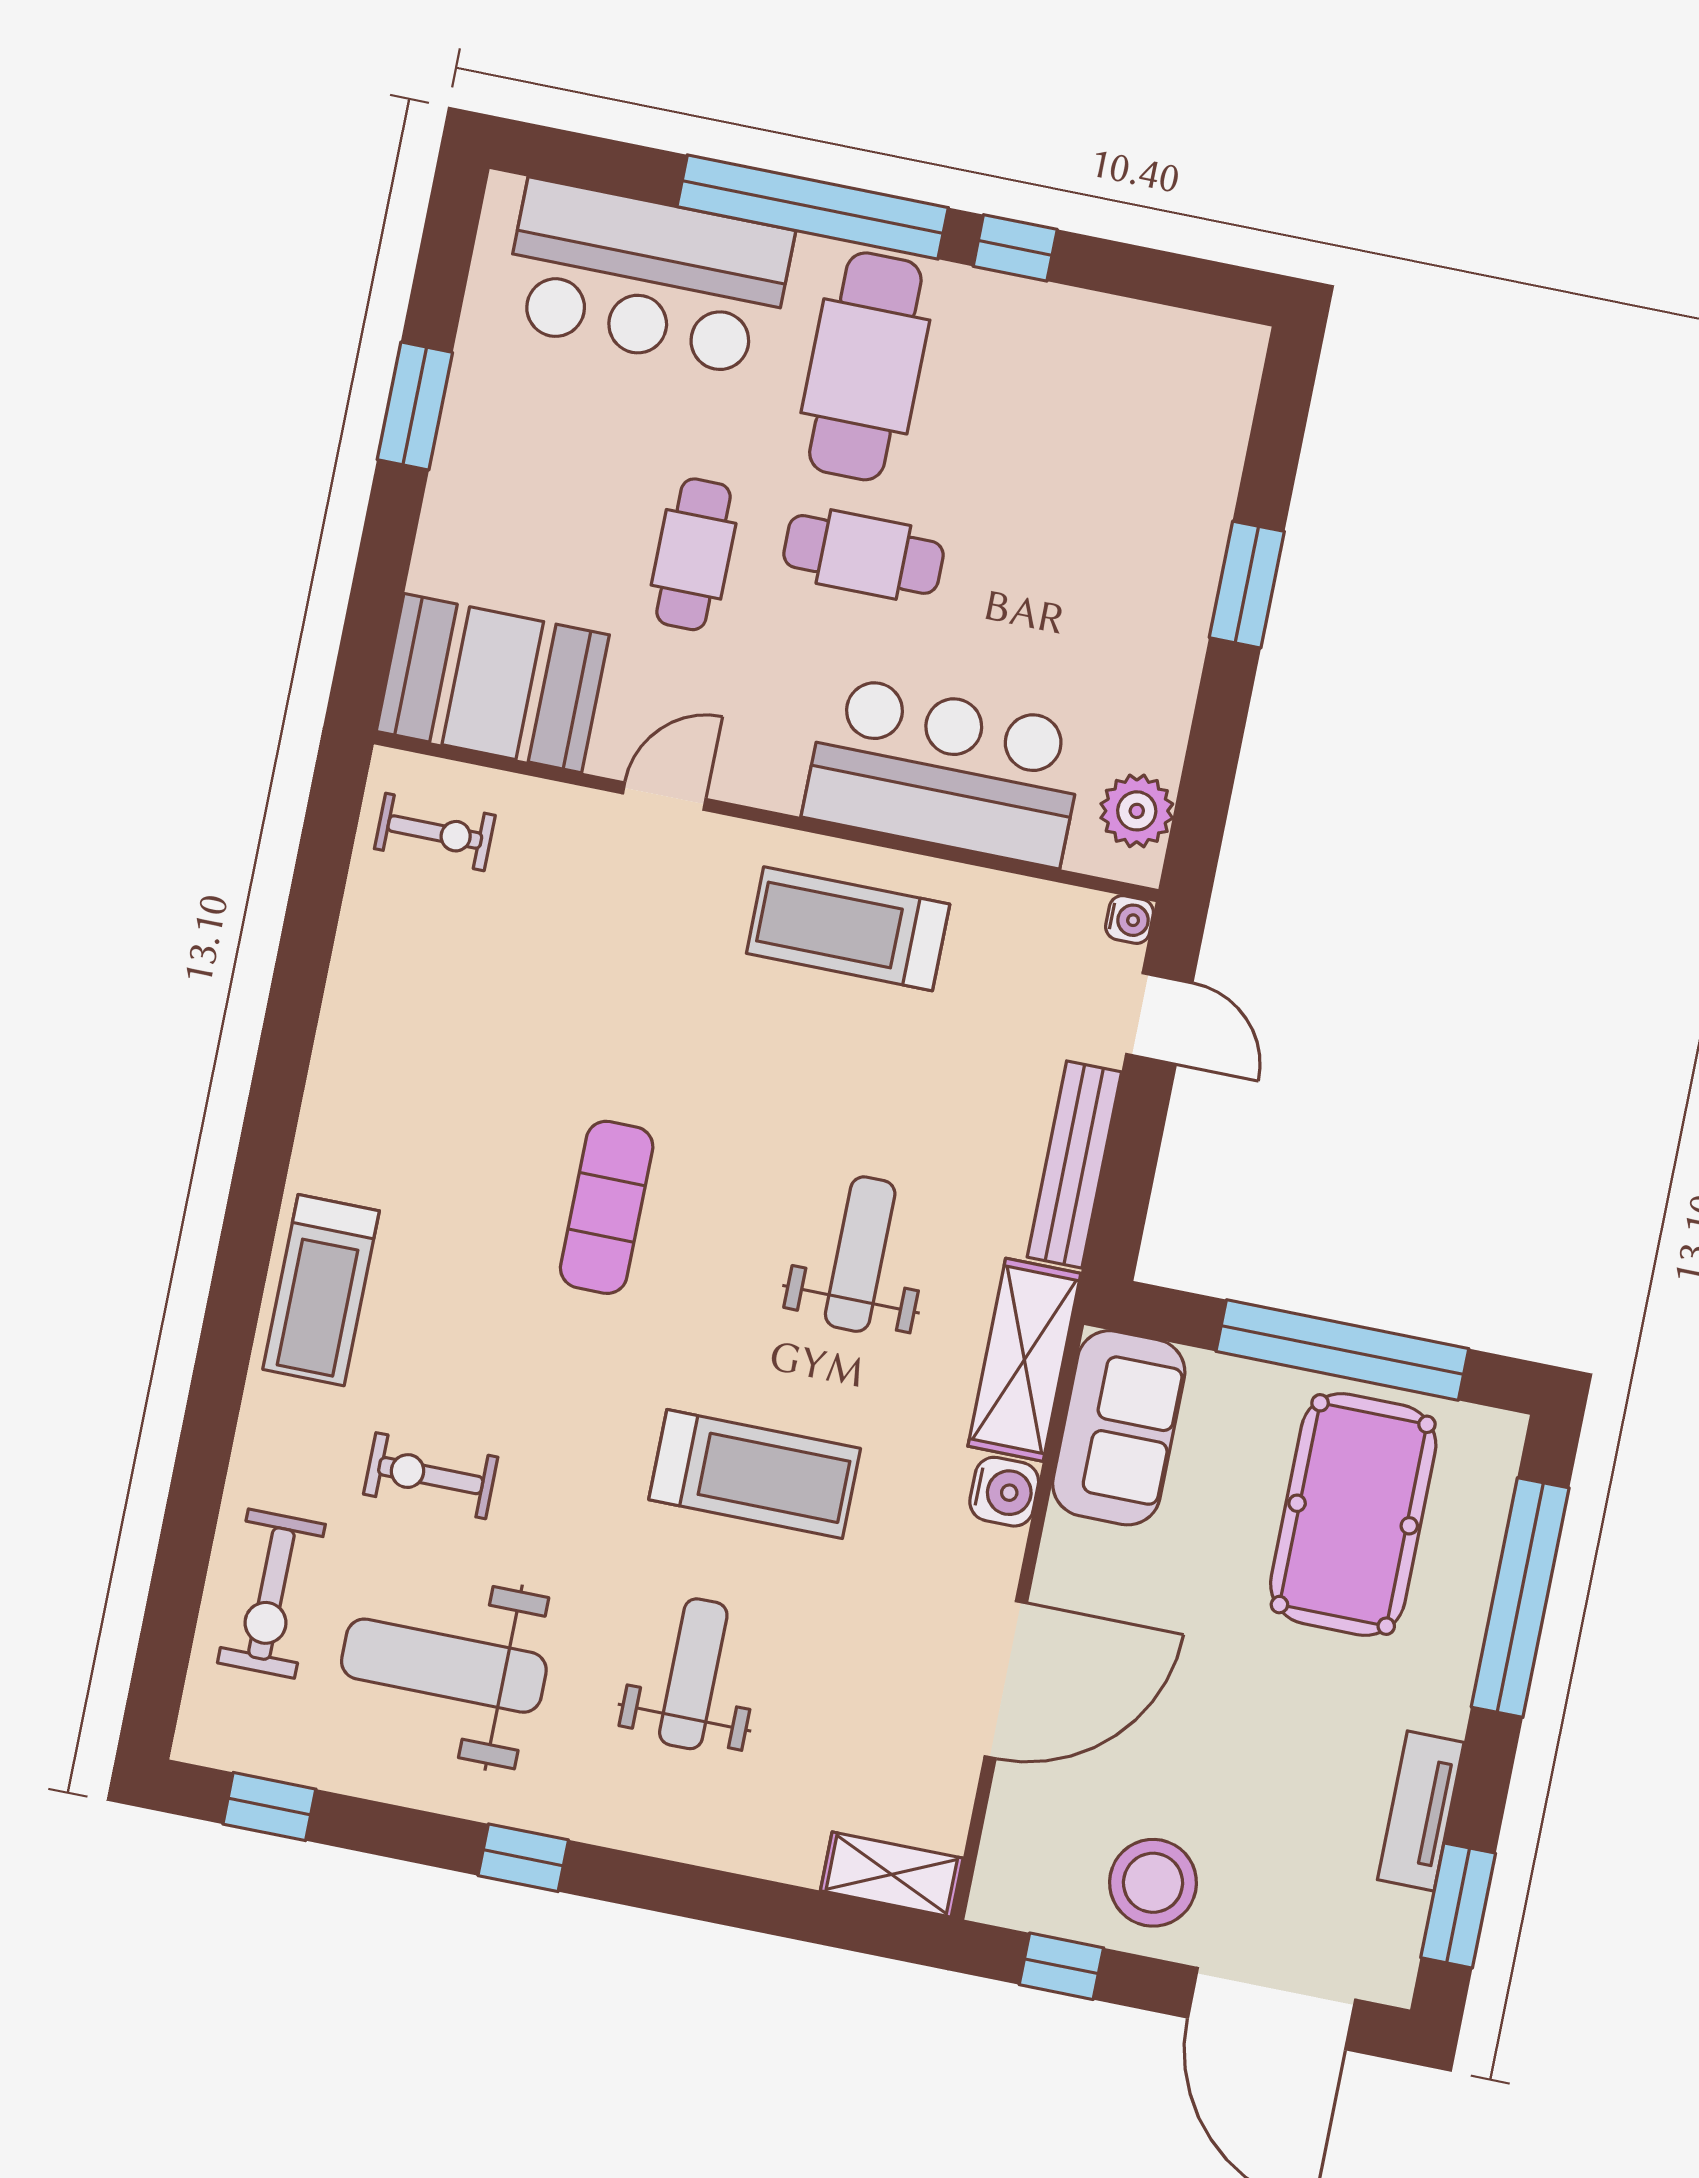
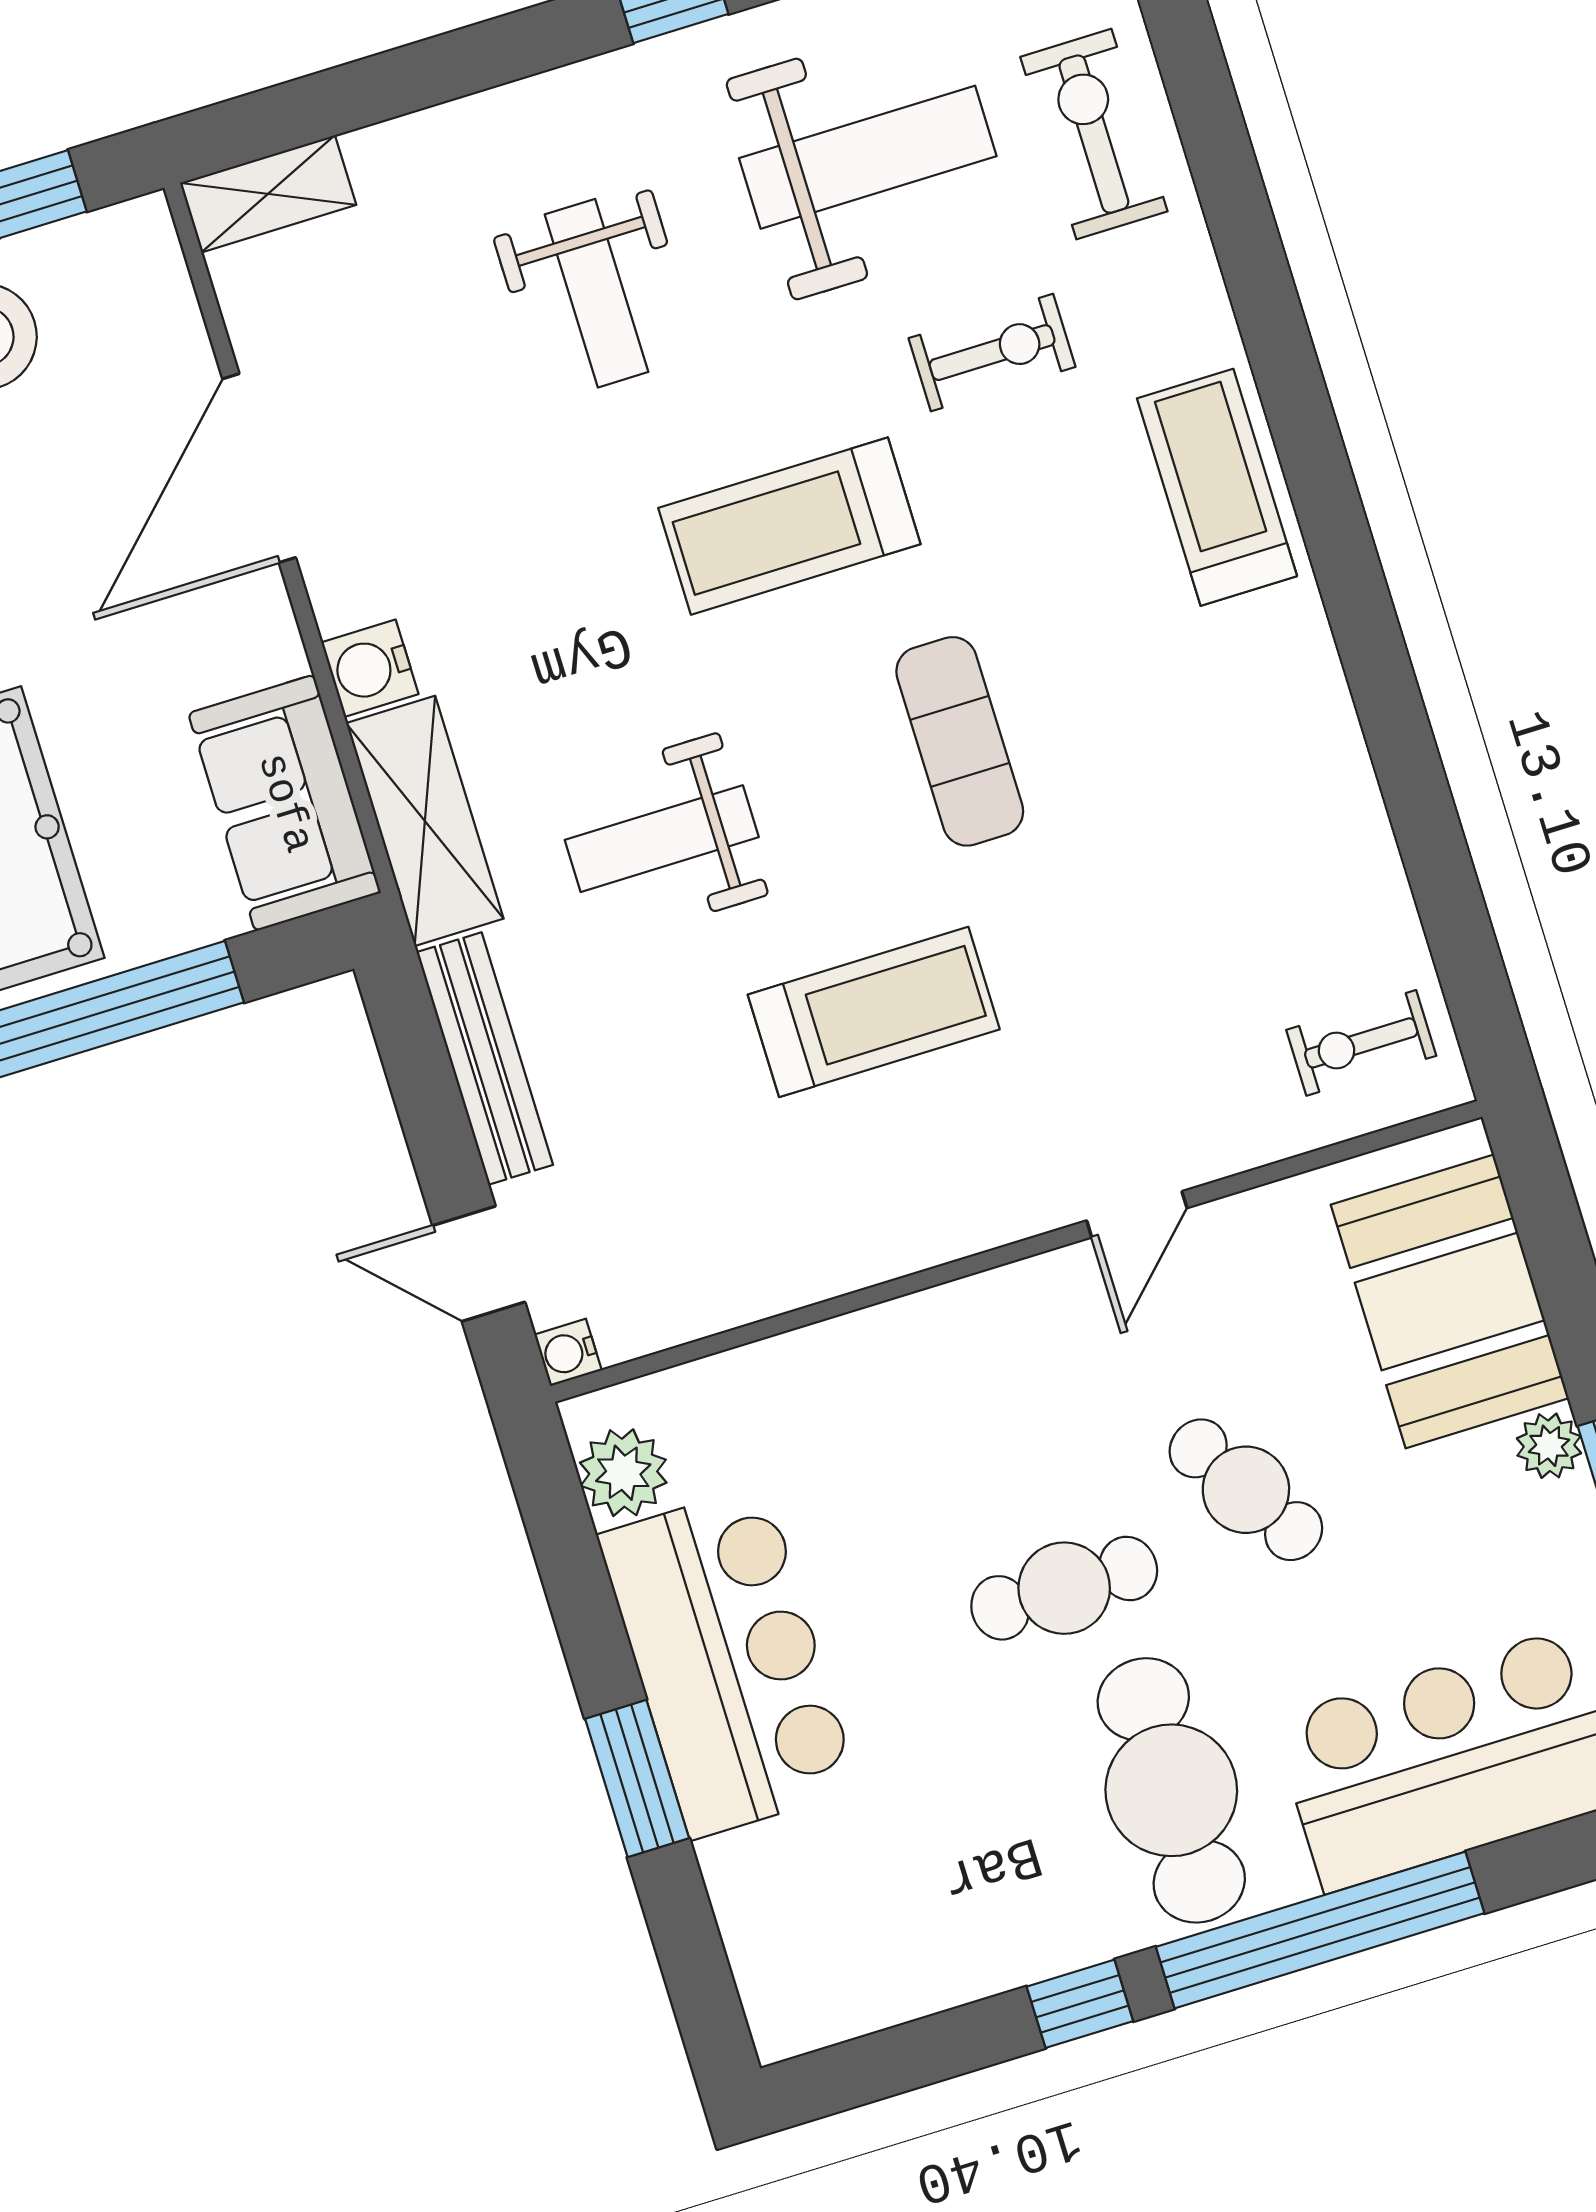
plant: (457, 467) -> (1549, 1446), added
cafe table: (694, 554) -> (1246, 1490), turned -32
booth: (493, 683) -> (1450, 1301), moved, turned 90
bar counter: (945, 771) -> (728, 1662), moved, turned -90
treadmill: (848, 929) -> (874, 1012), moved
weight bench: (860, 1254) -> (662, 839), turned 90
treadmill: (755, 1474) -> (789, 526), moved

